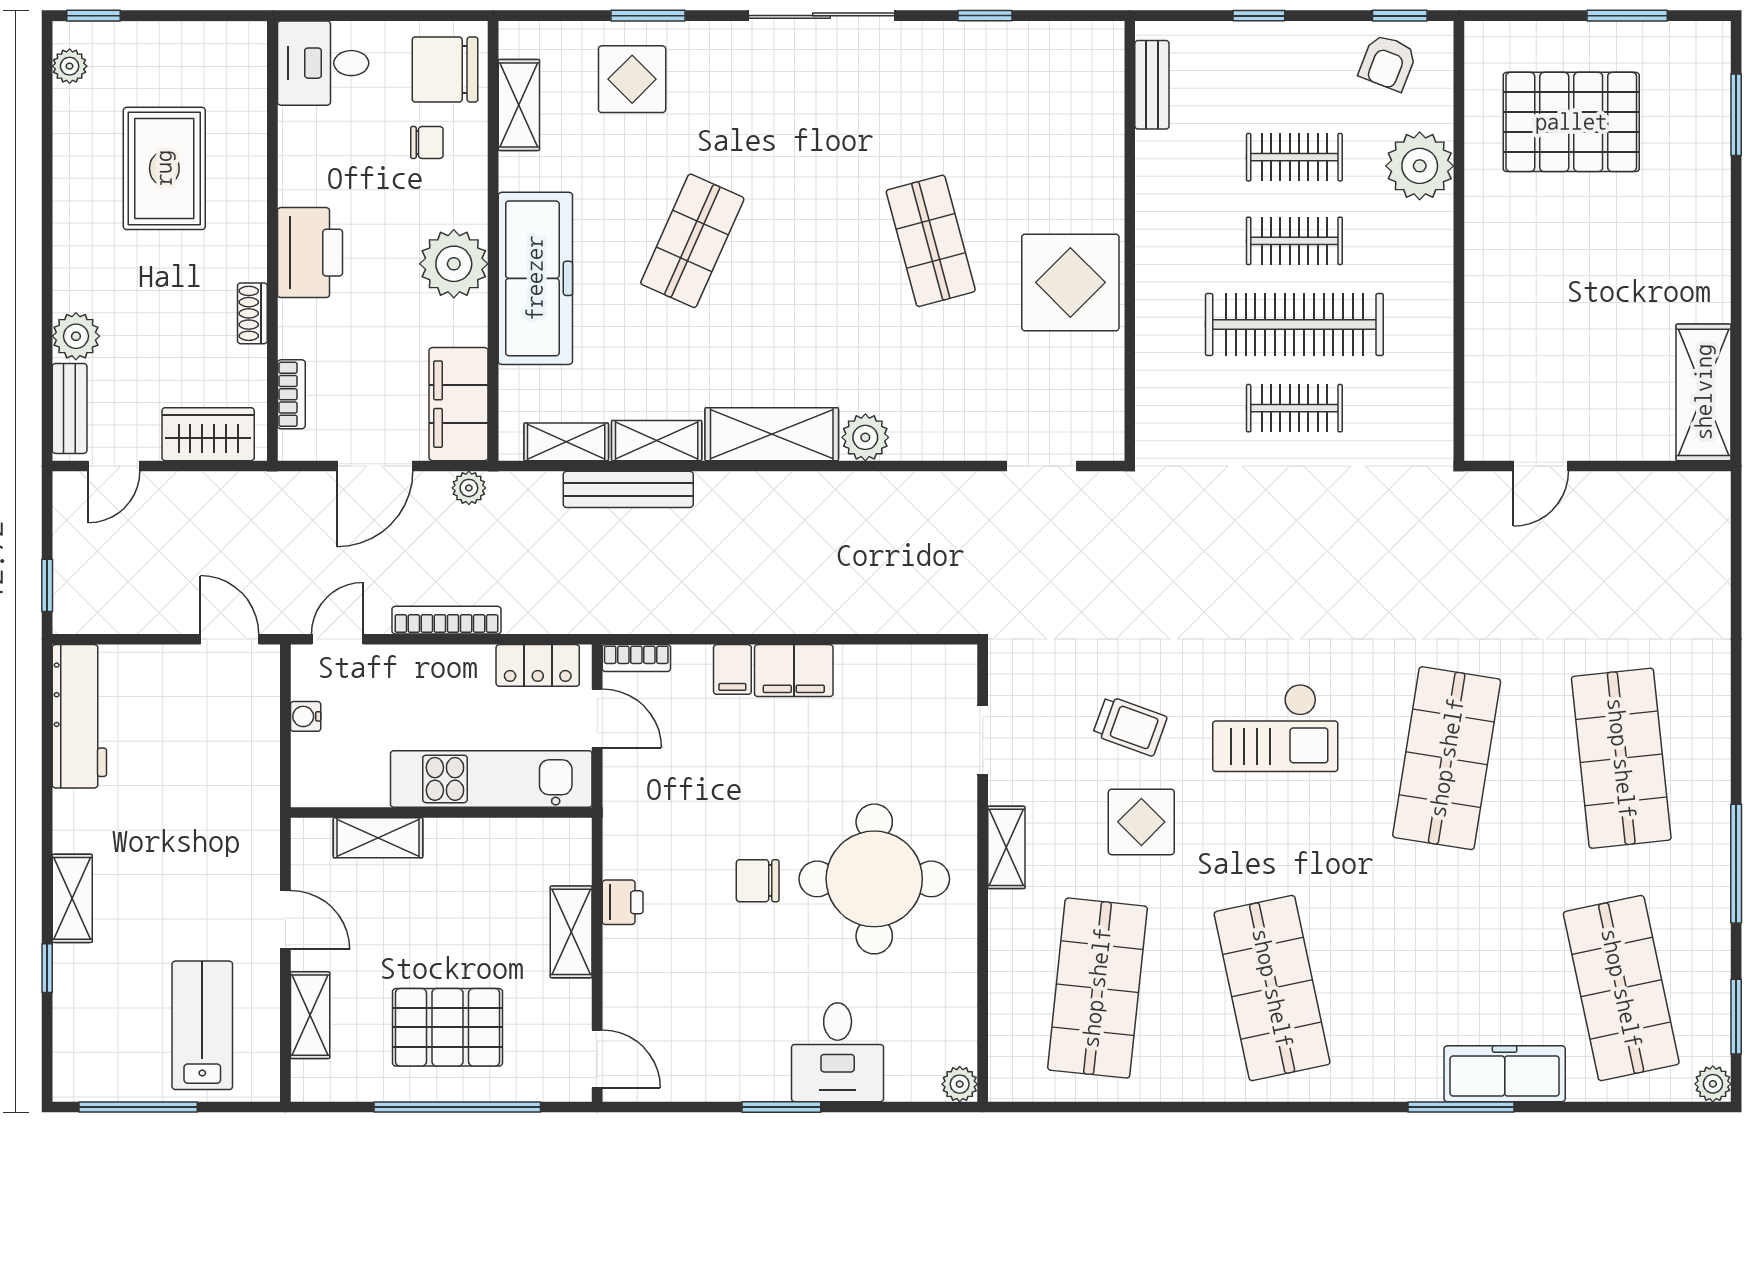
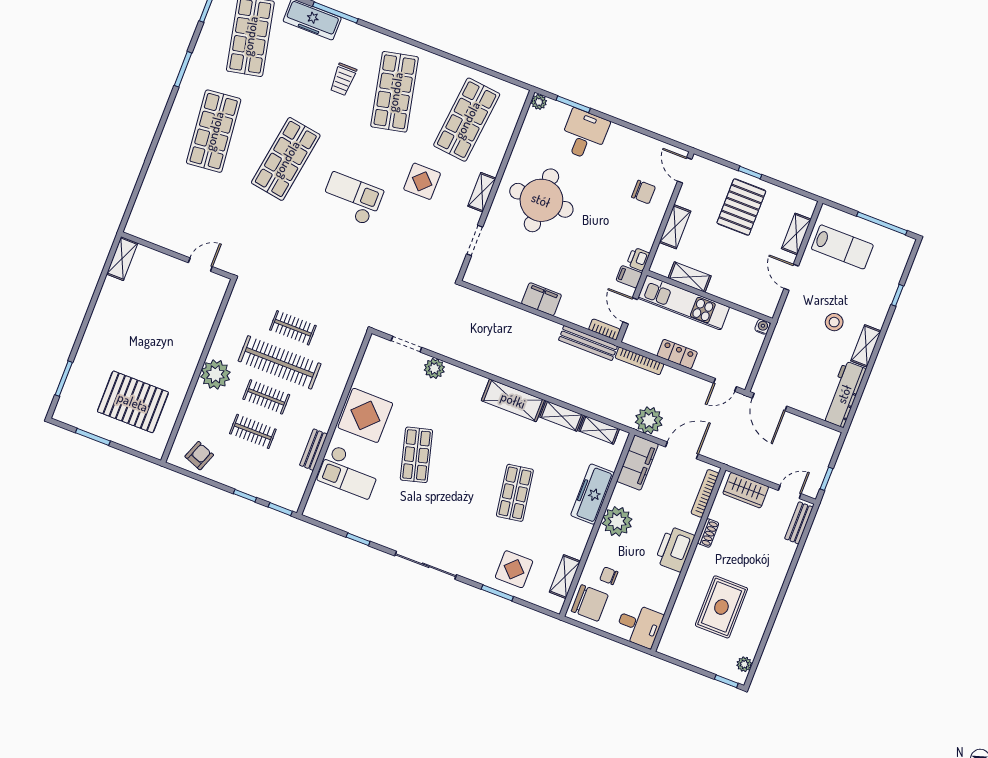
window: (1400, 16) -> (280, 509), moved
bench: (1152, 85) -> (313, 450), moved
checkout: (1058, 151) -> (349, 472), added
plant: (1420, 166) -> (215, 374), moved
shop shelf: (692, 241) -> (515, 493), turned -33
freezer: (535, 278) -> (593, 494), width x0.73, depth x0.79
plant: (76, 336) -> (785, 552), removed
shelving: (1704, 392) -> (122, 259), width x0.67, depth x0.75
bookcase: (291, 394) -> (705, 493), width x1.56
plant: (865, 437) -> (434, 368), moved
plant: (469, 488) -> (649, 420), width x1.87, depth x1.87
bench: (628, 489) -> (588, 343), moved
window: (47, 585) -> (827, 479), moved
bookcase: (446, 620) -> (639, 361), moved
door: (230, 639) -> (770, 402), width x1.38
locker: (538, 665) -> (677, 354), moved
filing cabinet: (732, 669) -> (629, 277), moved, turned -90
water cooler: (306, 716) -> (763, 327), moved, turned -90
trolley: (1130, 726) -> (343, 79), moved, turned -110
shelving: (378, 838) -> (690, 277), moved
stool: (158, 860) -> (834, 322), added
window: (1736, 864) -> (183, 69), width x0.69
chair: (758, 881) -> (644, 192), moved
shelving: (72, 898) -> (866, 346), moved
printer: (623, 902) -> (638, 259), moved
lab bench: (202, 1025) -> (842, 247), turned -90
pallet: (447, 1027) -> (741, 207), turned 90
window: (457, 1107) -> (750, 173), width x0.32
window: (781, 1107) -> (573, 104), moved

